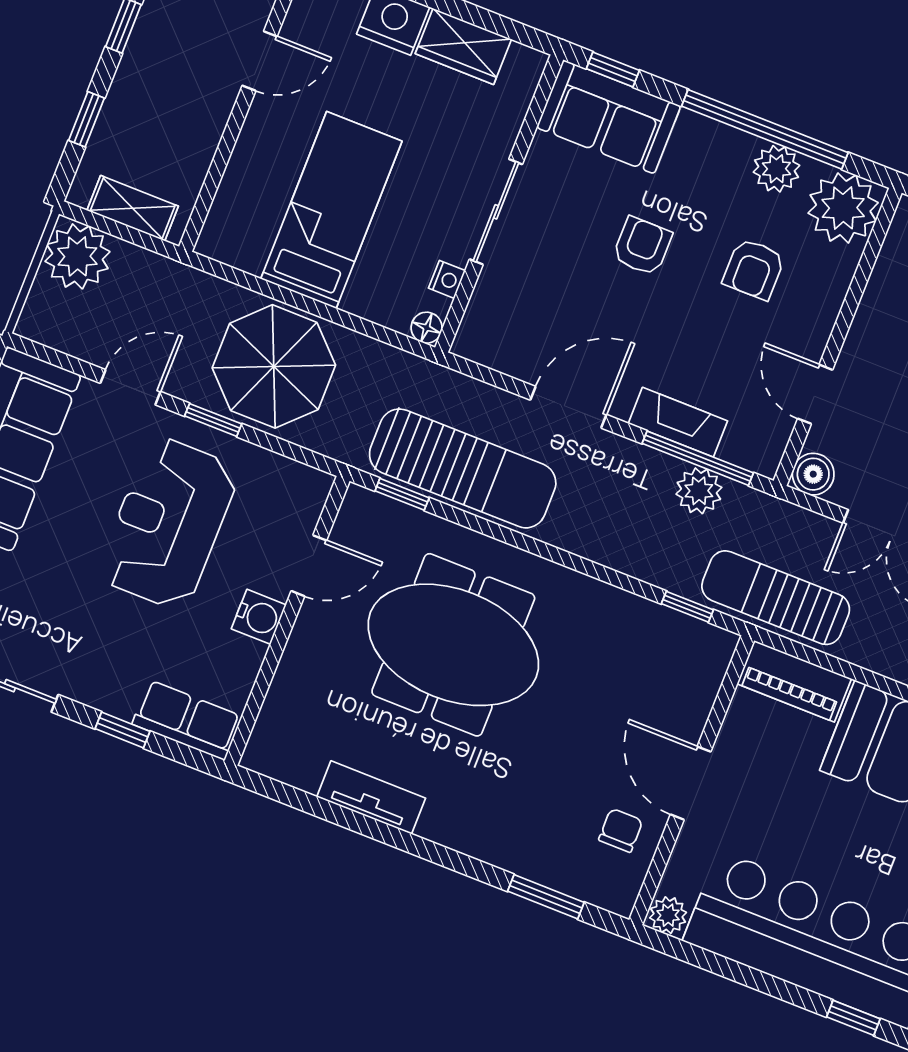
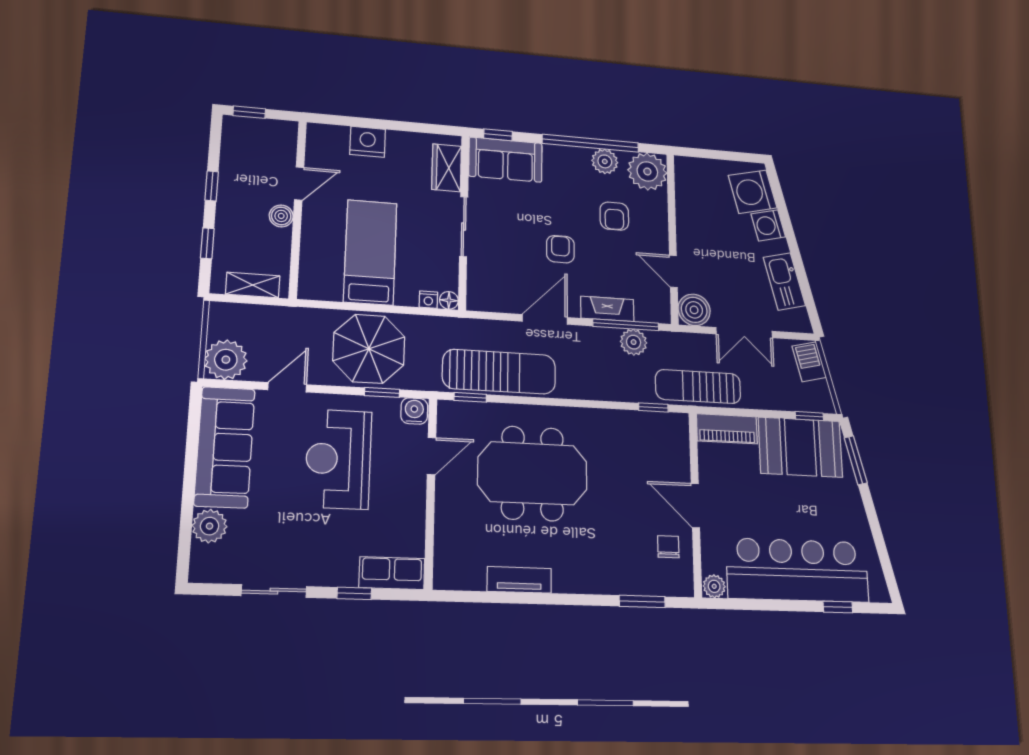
wardrobe: (463, 46) -> (447, 168), moved, turned 90
boiler: (213, 108) -> (281, 216), added
armchair: (642, 246) -> (560, 249), moved
plant: (77, 256) -> (226, 360), moved
nightstand: (447, 279) -> (428, 300), moved, turned 90
window: (213, 420) -> (382, 392), moved
boiler: (813, 474) -> (694, 310), width x1.36, depth x1.36
water cooler: (259, 617) -> (414, 411), moved, turned -90

